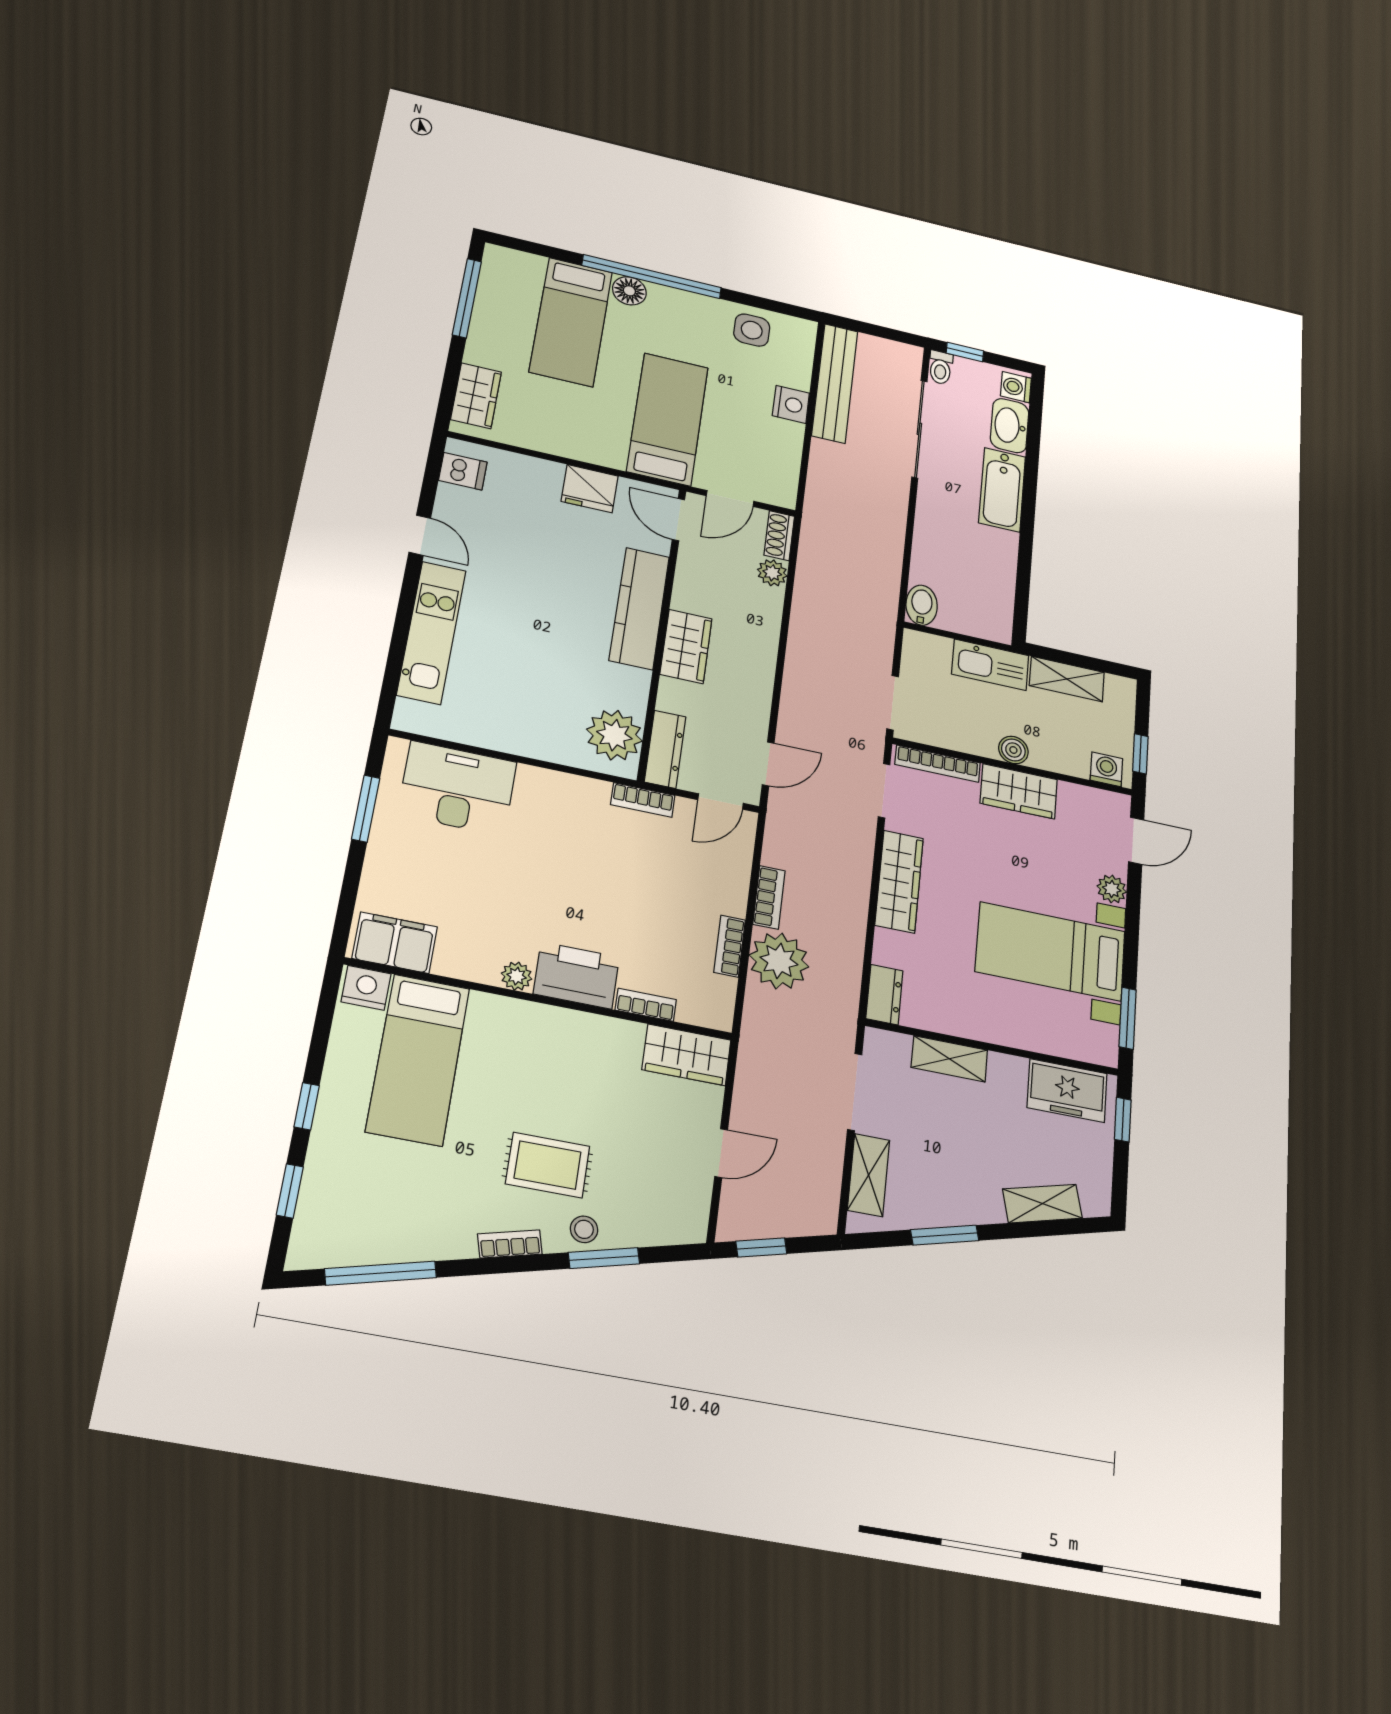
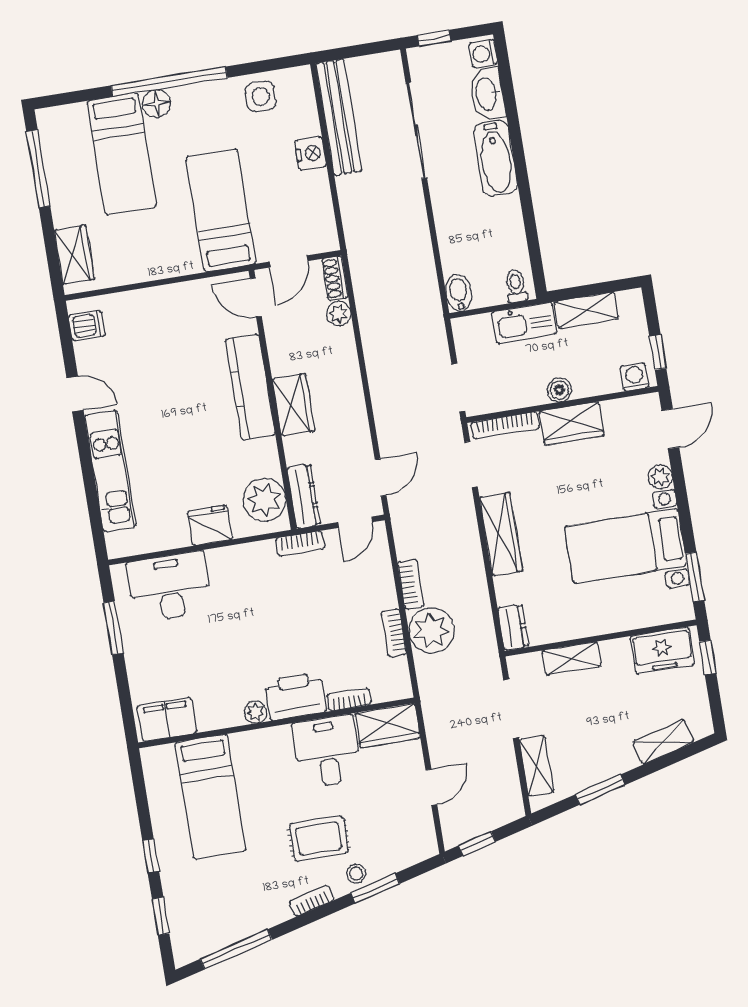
toilet: (941, 368) -> (516, 286), moved, turned 180
fridge: (590, 489) -> (210, 525), moved, turned 180
nightstand: (366, 988) -> (160, 759), removed
desk: (596, 1058) -> (327, 751), added

